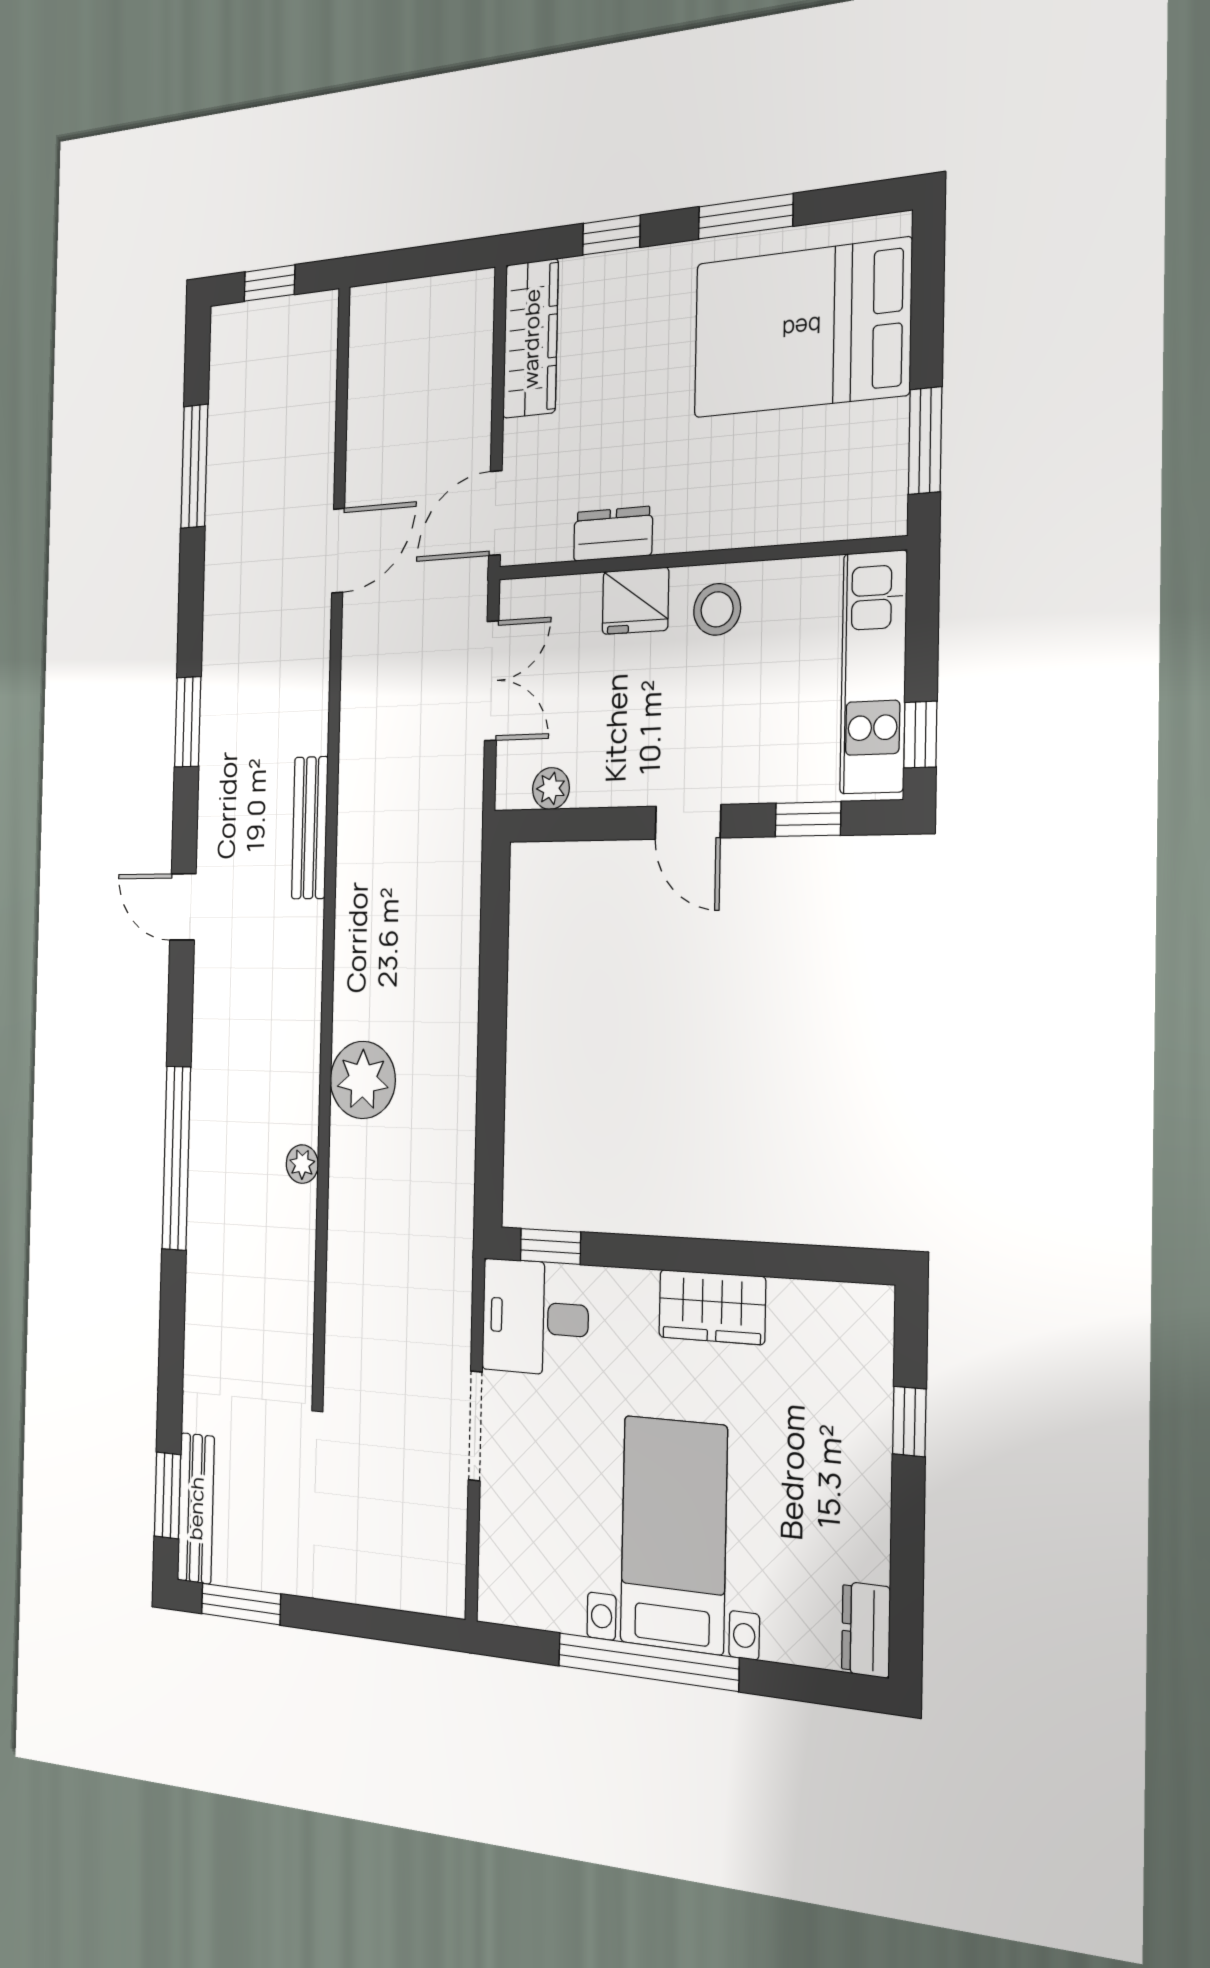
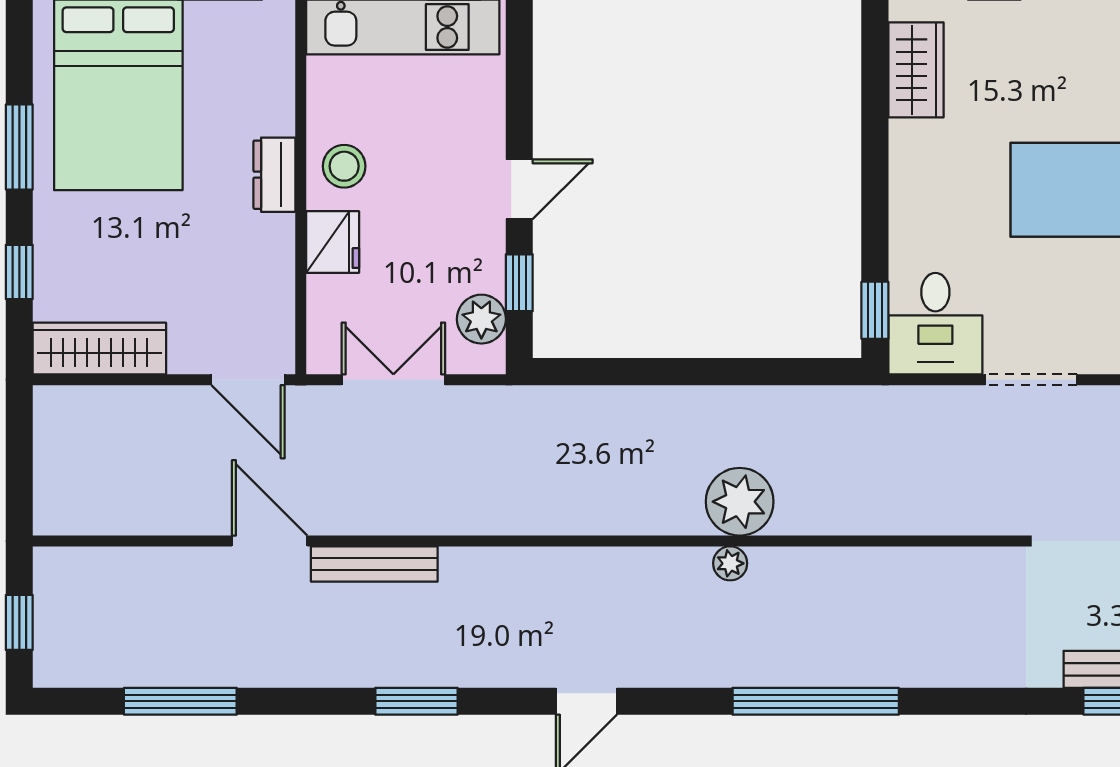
dresser: (613, 534) -> (274, 175), moved
plant: (551, 788) -> (481, 319), width x1.38, depth x1.38
window: (808, 819) -> (519, 283), moved
bench: (310, 828) -> (374, 564), moved
plant: (302, 1164) -> (730, 563), moved
wardrobe: (712, 1307) -> (916, 70), moved

